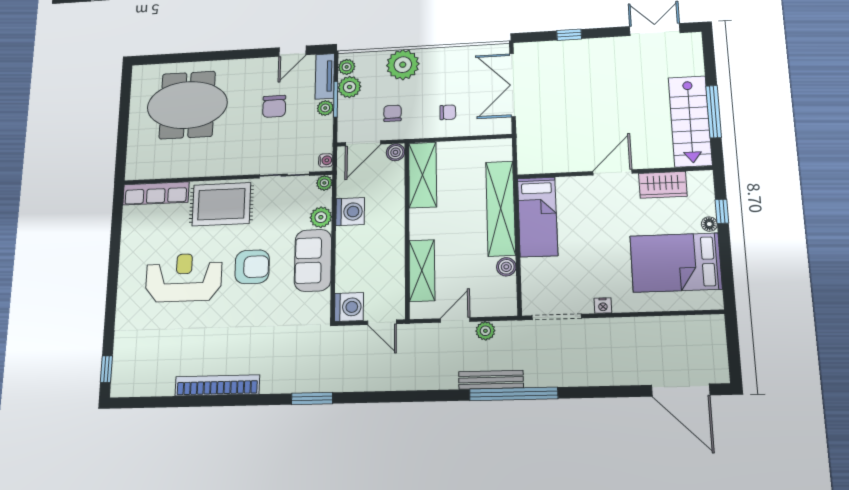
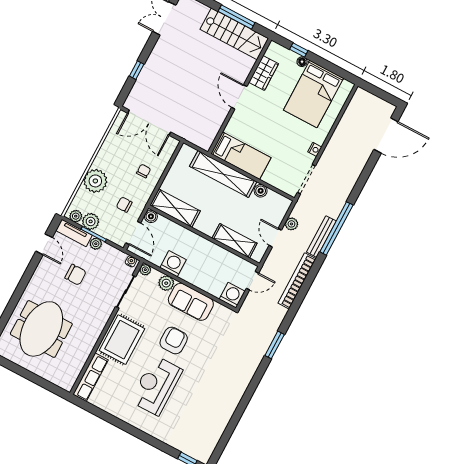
bookcase: (217, 385) -> (297, 281), moved

